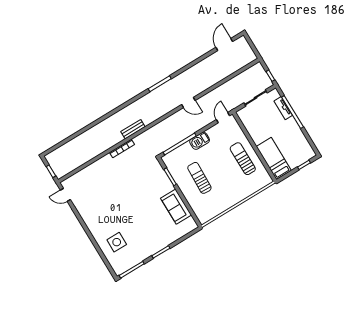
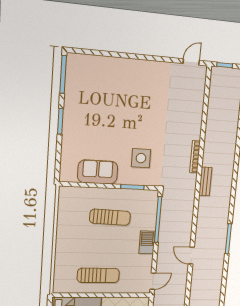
door: (188, 102) -> (191, 256), hinge flipped
door: (223, 118) -> (153, 281), hinge flipped
side table: (117, 242) -> (141, 158), moved

